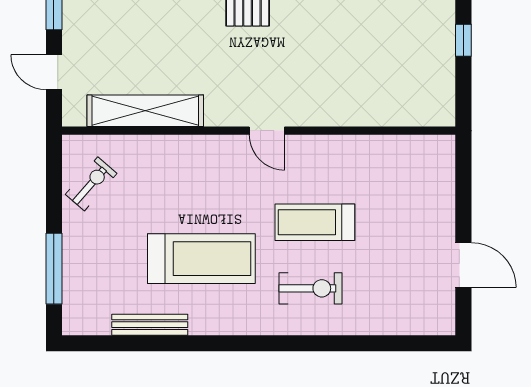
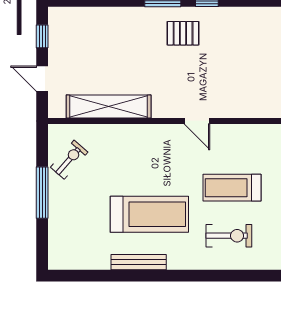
window: (54, 269) -> (42, 193), moved
bench: (150, 325) -> (139, 262), moved

